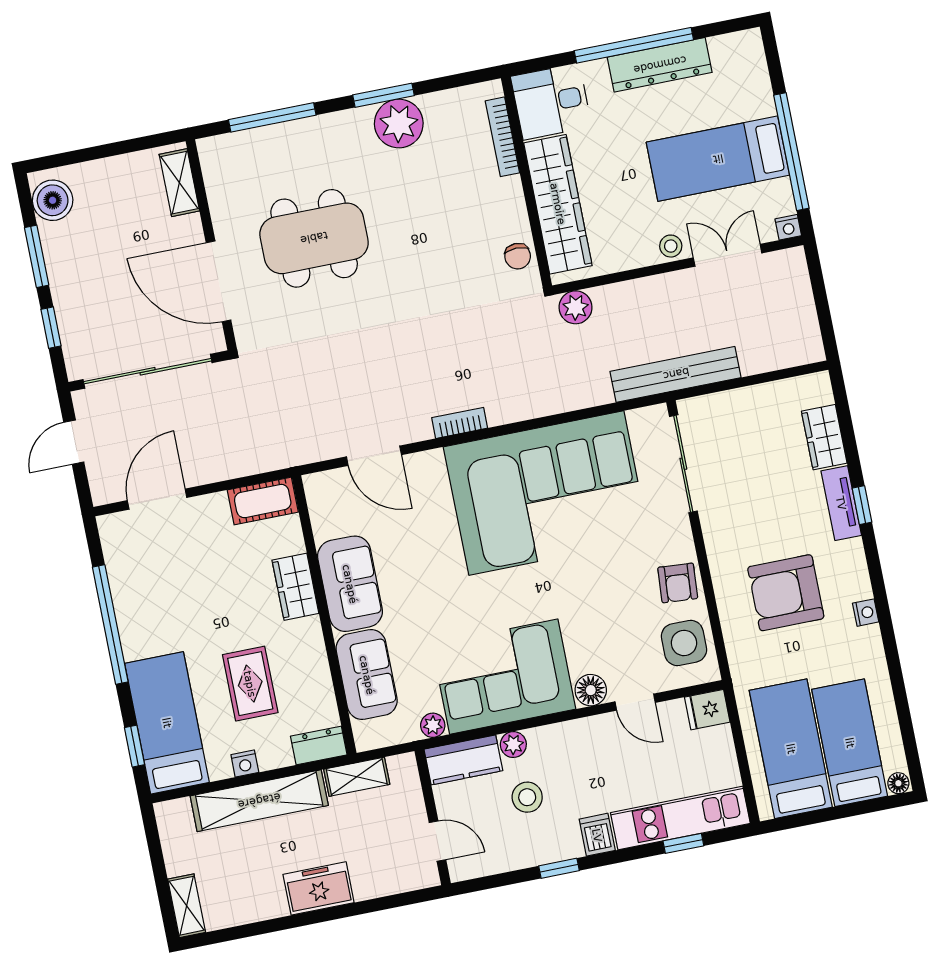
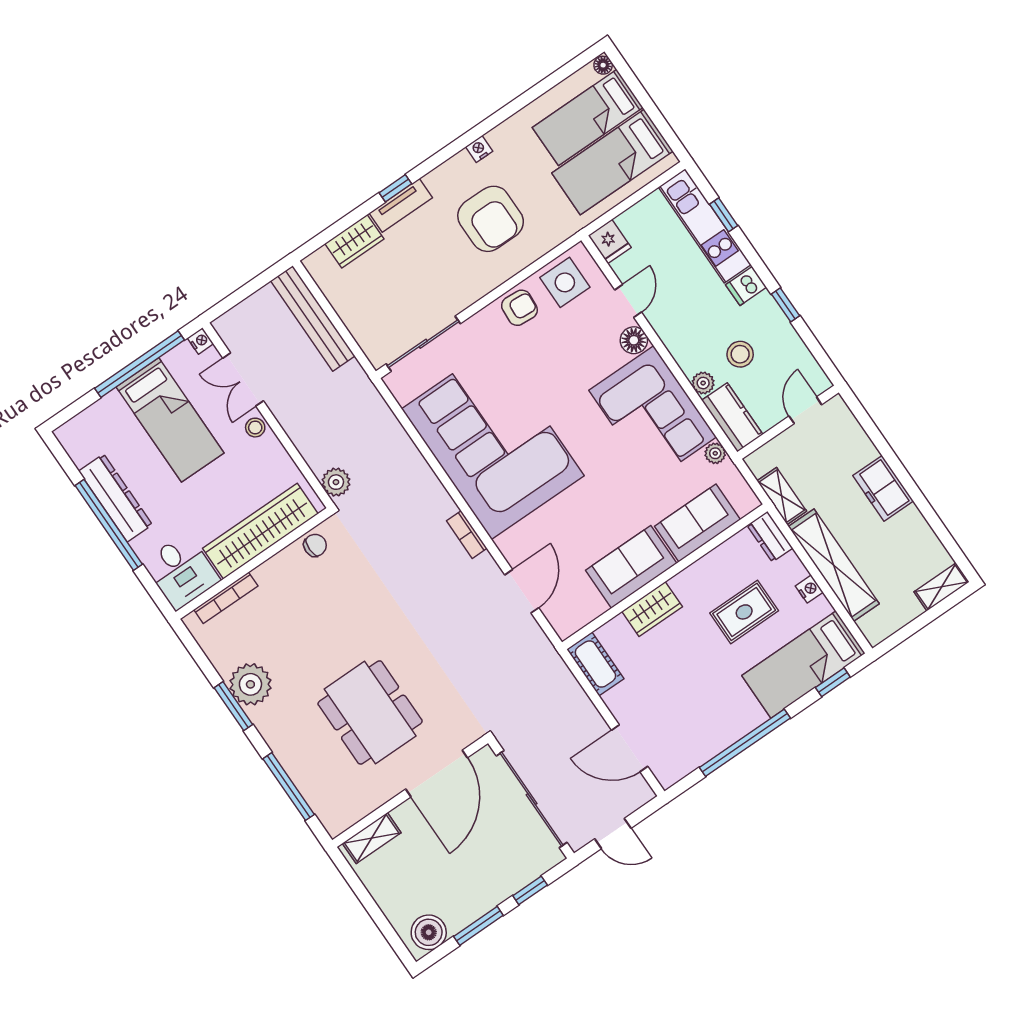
bench: (676, 374) -> (313, 318), moved

